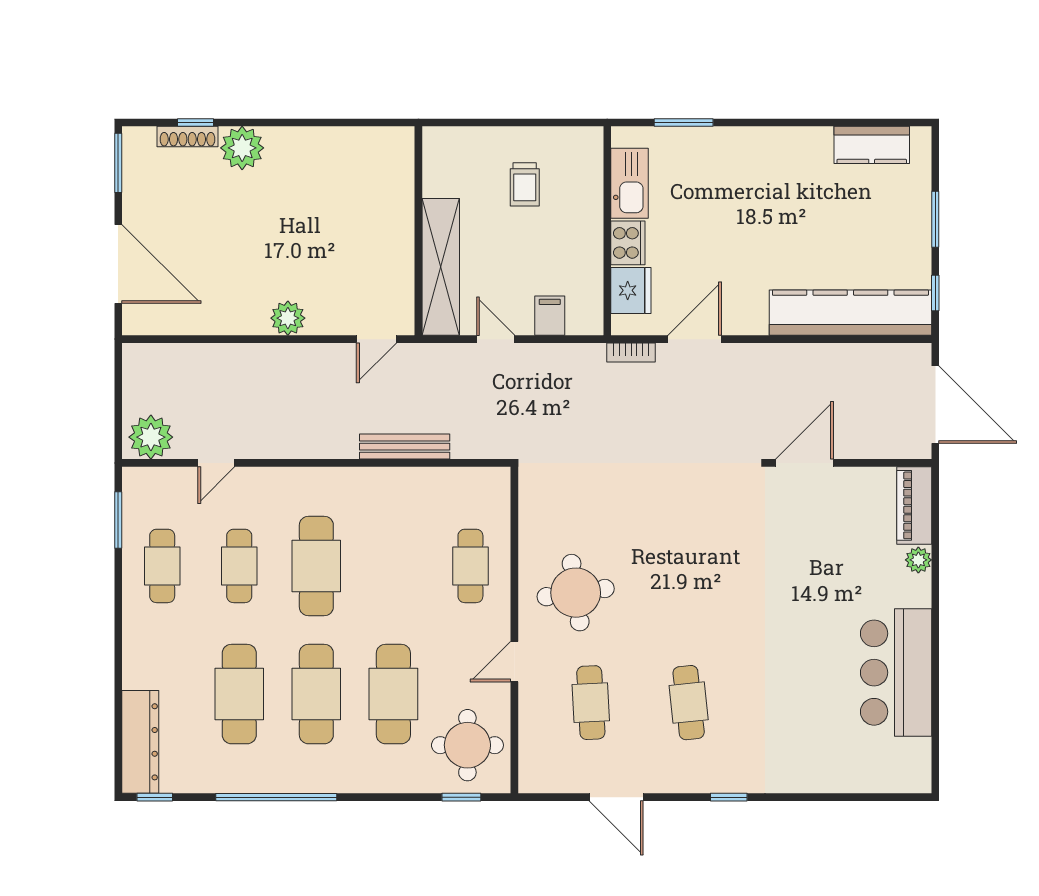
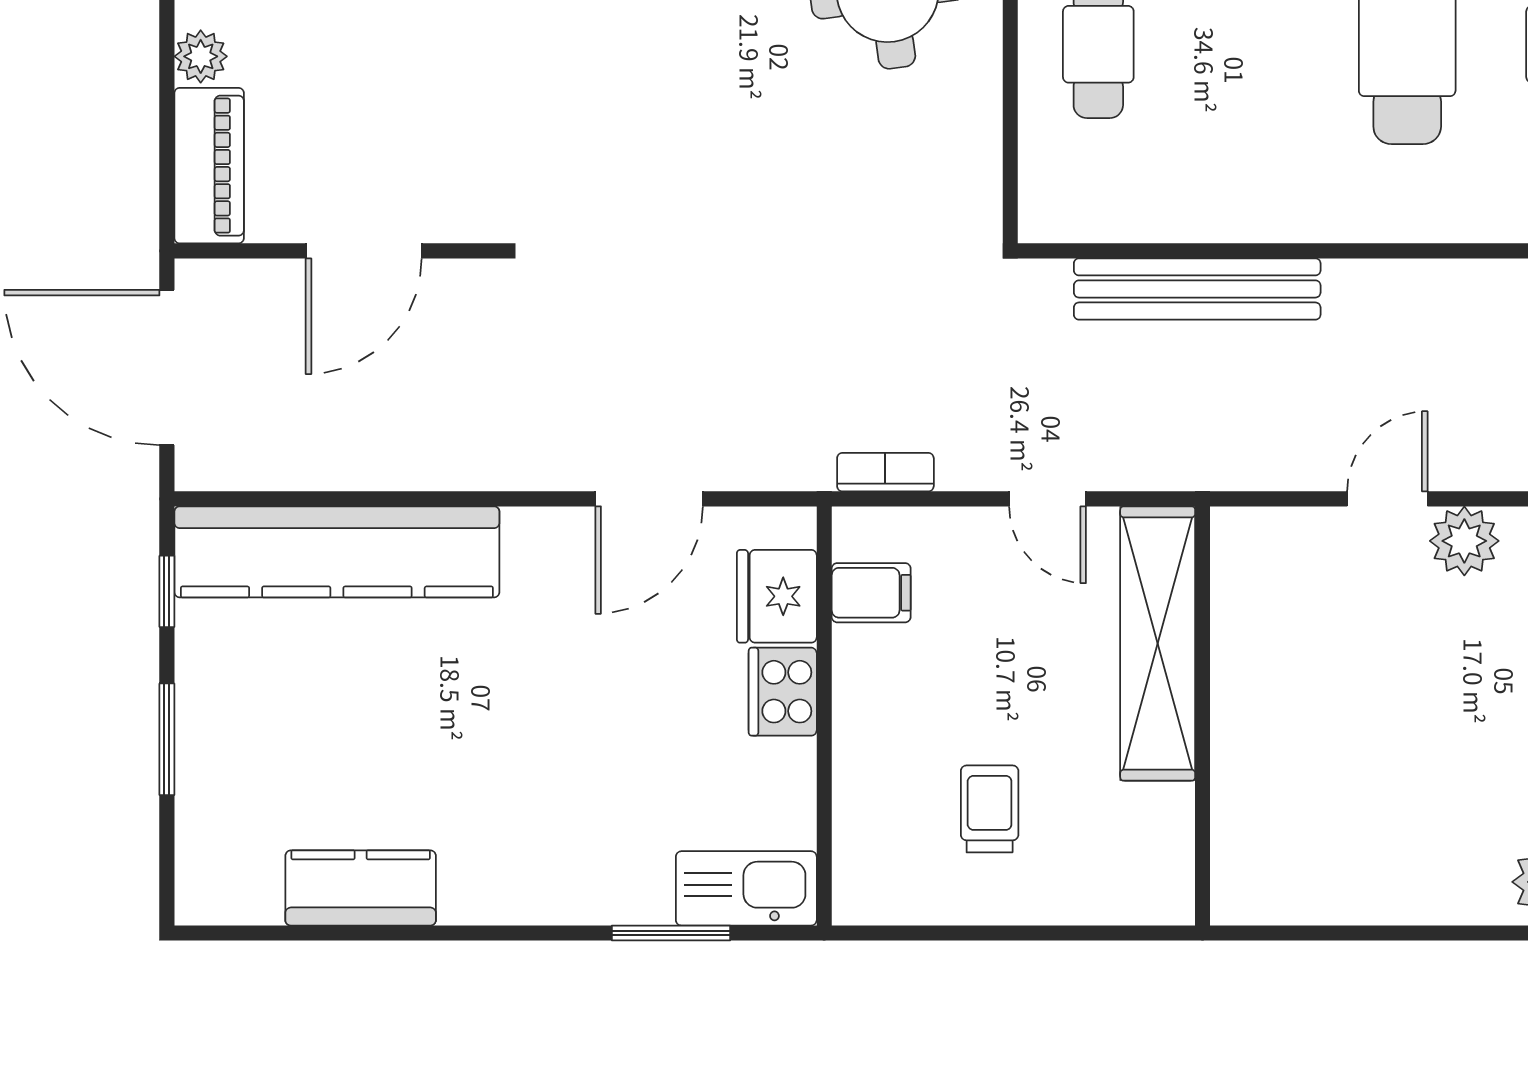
kitchen counter: (872, 145) -> (361, 888), moved
kitchen sink: (629, 183) -> (746, 888), moved, turned 90
filing cabinet: (550, 316) -> (871, 593), moved, turned -90
door: (377, 339) -> (1387, 499), moved
bookcase: (631, 352) -> (885, 472), moved
bench: (405, 447) -> (1197, 289), width x1.37, depth x1.21
door: (805, 463) -> (364, 251), moved

